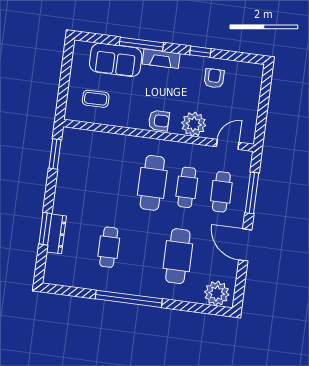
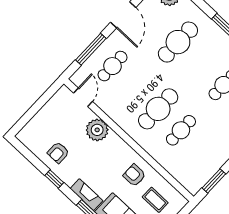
armchair: (159, 121) -> (134, 175), moved
door: (228, 144) -> (83, 97), swing flipped
cafe table: (187, 187) -> (181, 130), moved

